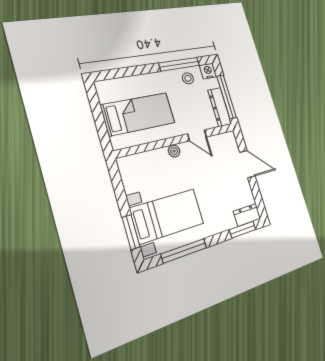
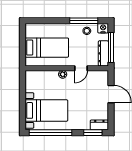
door: (197, 135) -> (81, 68), hinge flipped
window: (131, 232) -> (22, 113), removed
window: (184, 251) -> (50, 133), width x1.46

